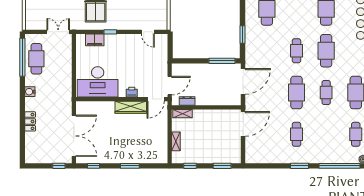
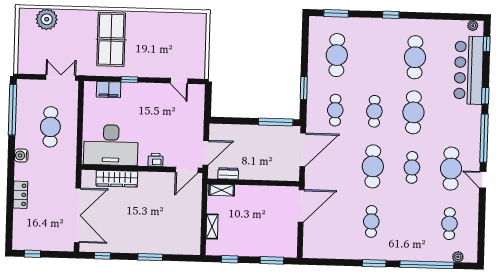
cafe table: (267, 51) -> (335, 110), added
cafe table: (36, 59) -> (50, 127), moved
wardrobe: (131, 107) -> (117, 179), moved
window: (59, 166) -> (32, 254), moved

